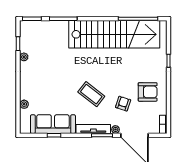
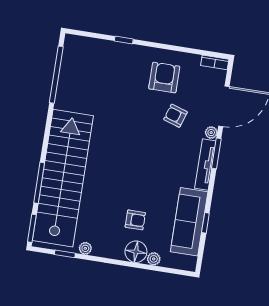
stairs: (114, 34) -> (63, 178), moved
armchair: (48, 88) -> (135, 220), added
floor lamp: (27, 91) -> (136, 252), added
coffee table: (91, 94) -> (154, 159), removed

